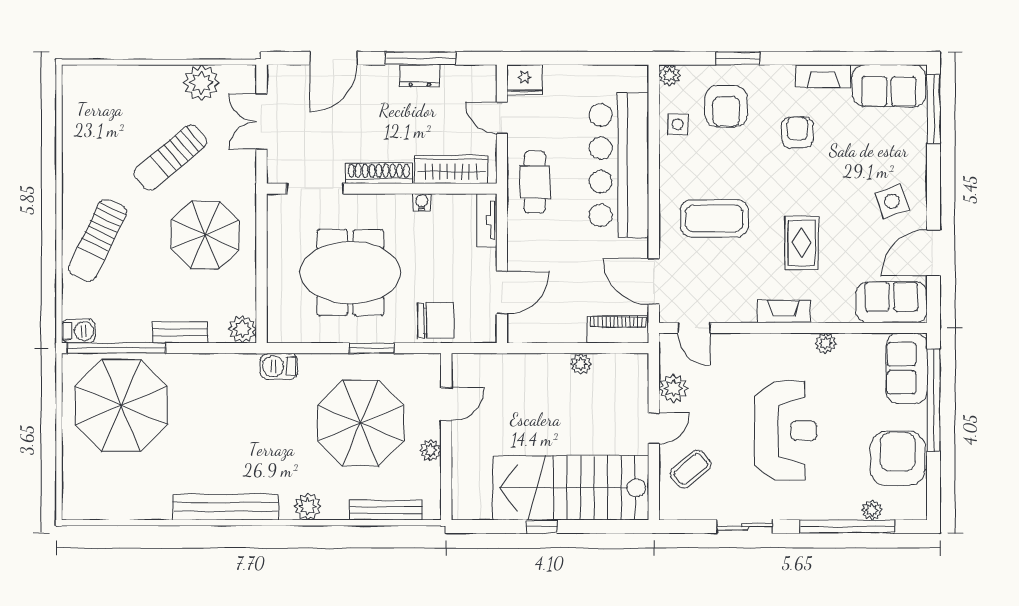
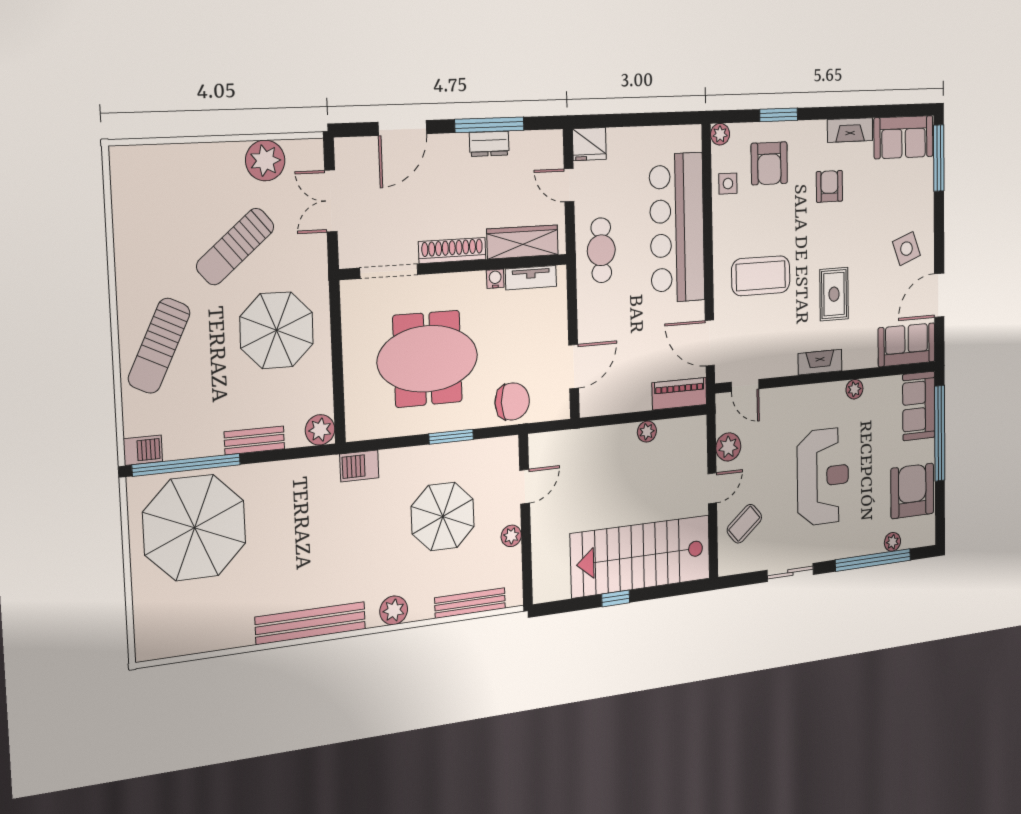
tv unit: (487, 220) -> (531, 278), moved, turned -90
parasol: (360, 423) -> (443, 516), width x0.73, depth x0.73

